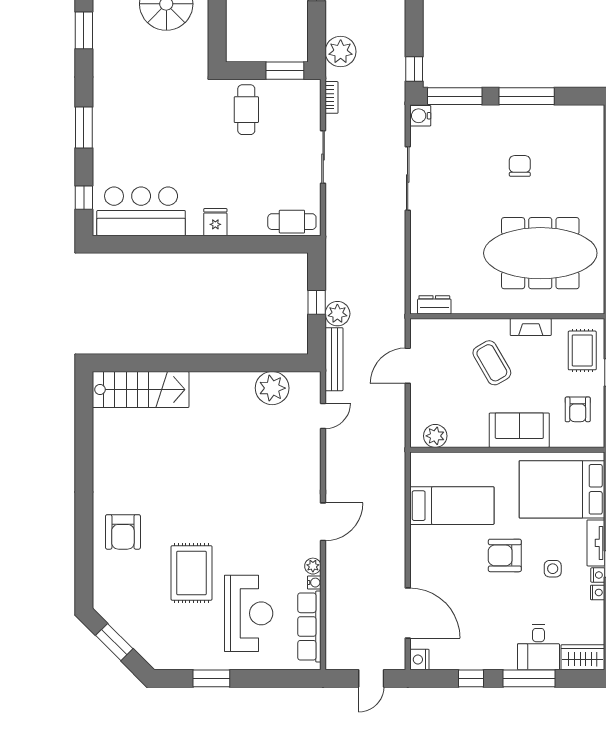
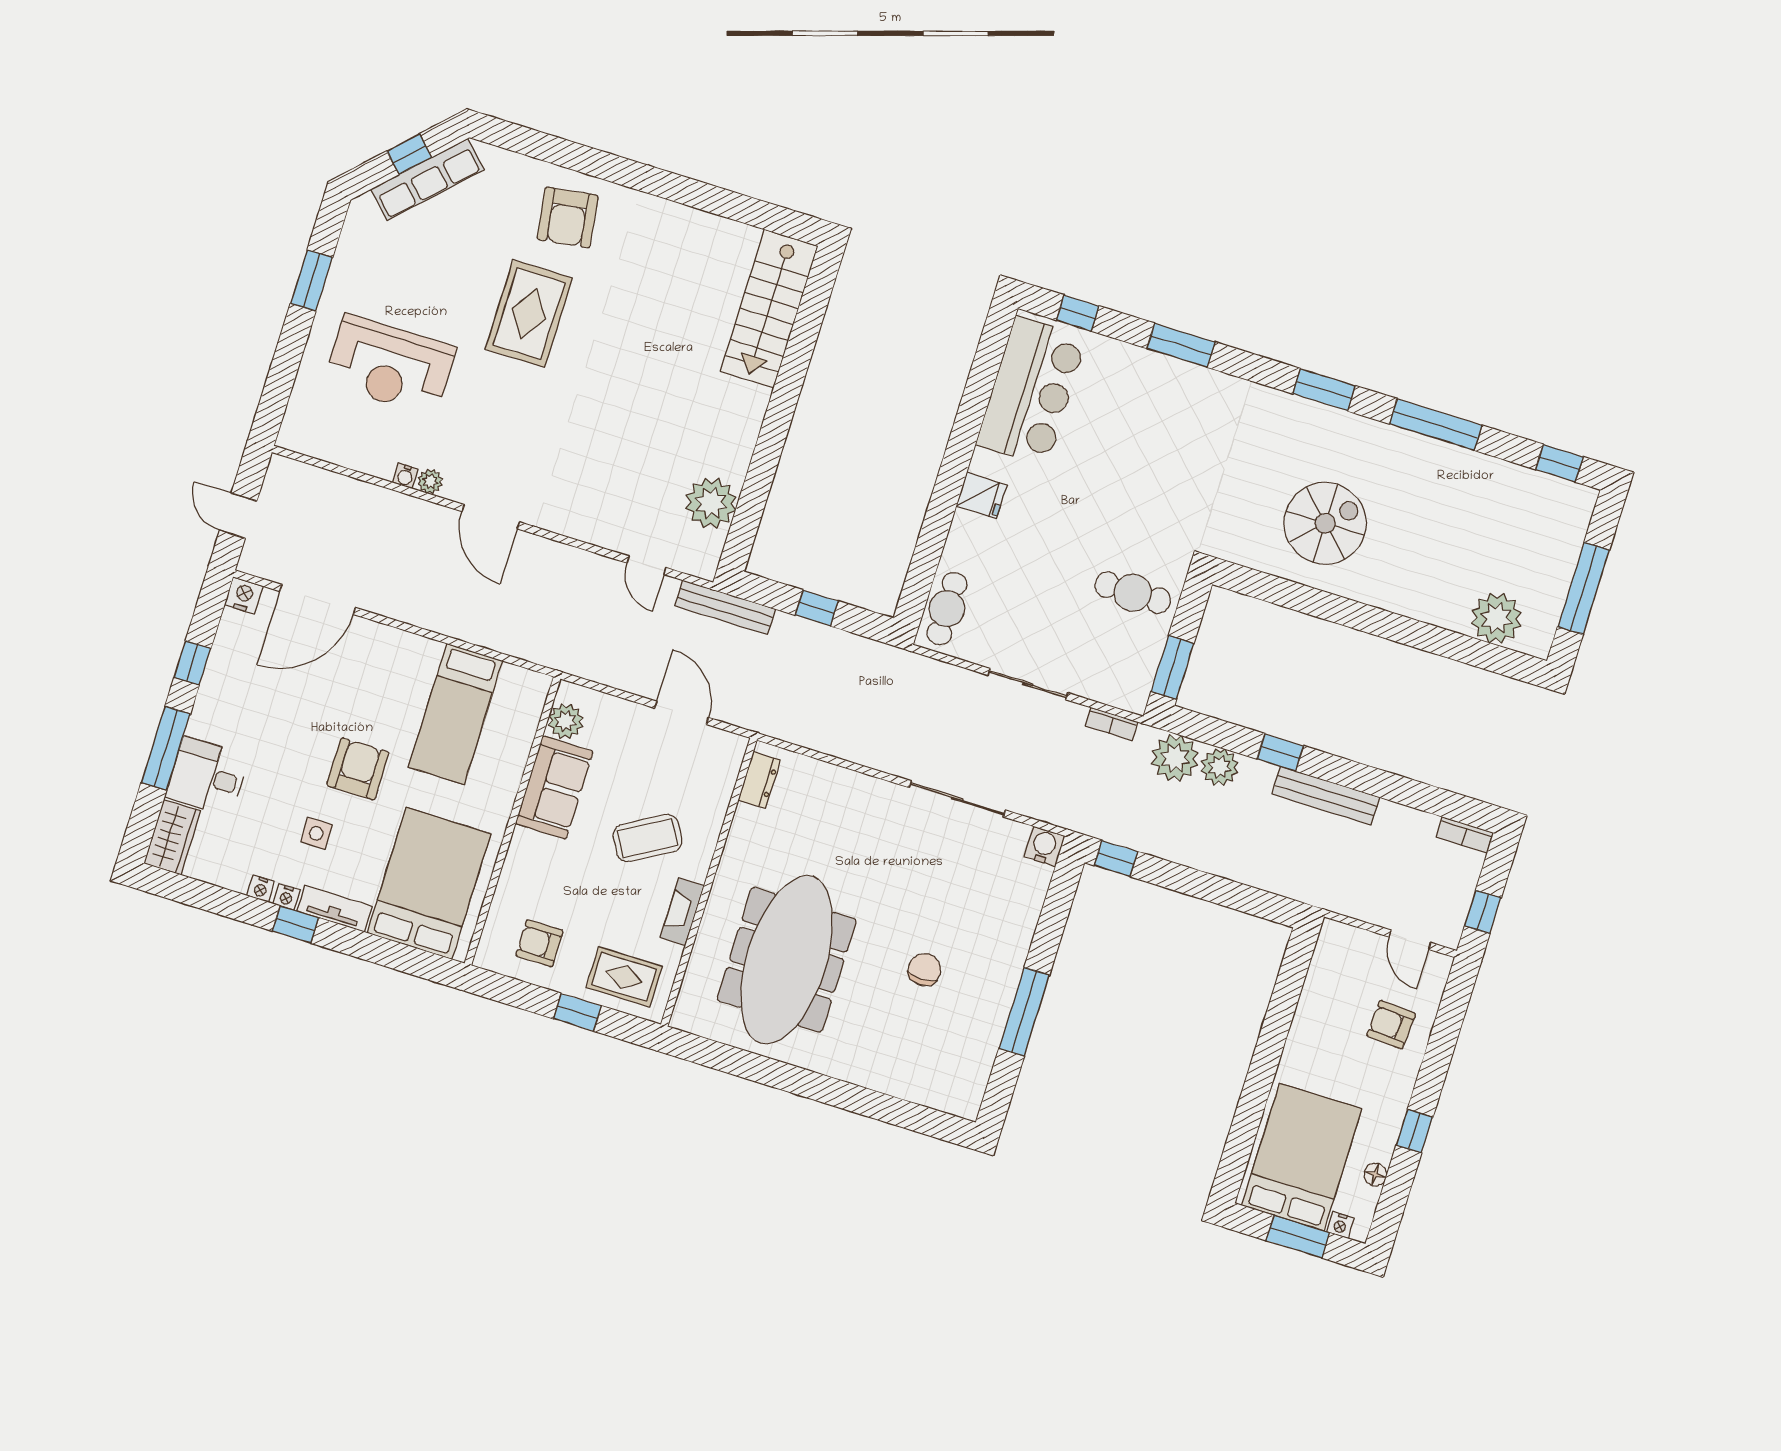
window: (455, 96) -> (1057, 906), removed
chair: (520, 166) -> (924, 970), turned -90
plant: (337, 314) -> (1220, 767), moved
sofa: (519, 430) -> (554, 788), moved
armchair: (123, 532) -> (568, 217), turned -98
rug: (192, 573) -> (529, 314), moved, turned 90
row of seats: (309, 627) -> (427, 179), moved, turned 135
window: (114, 642) -> (409, 154), width x0.67

